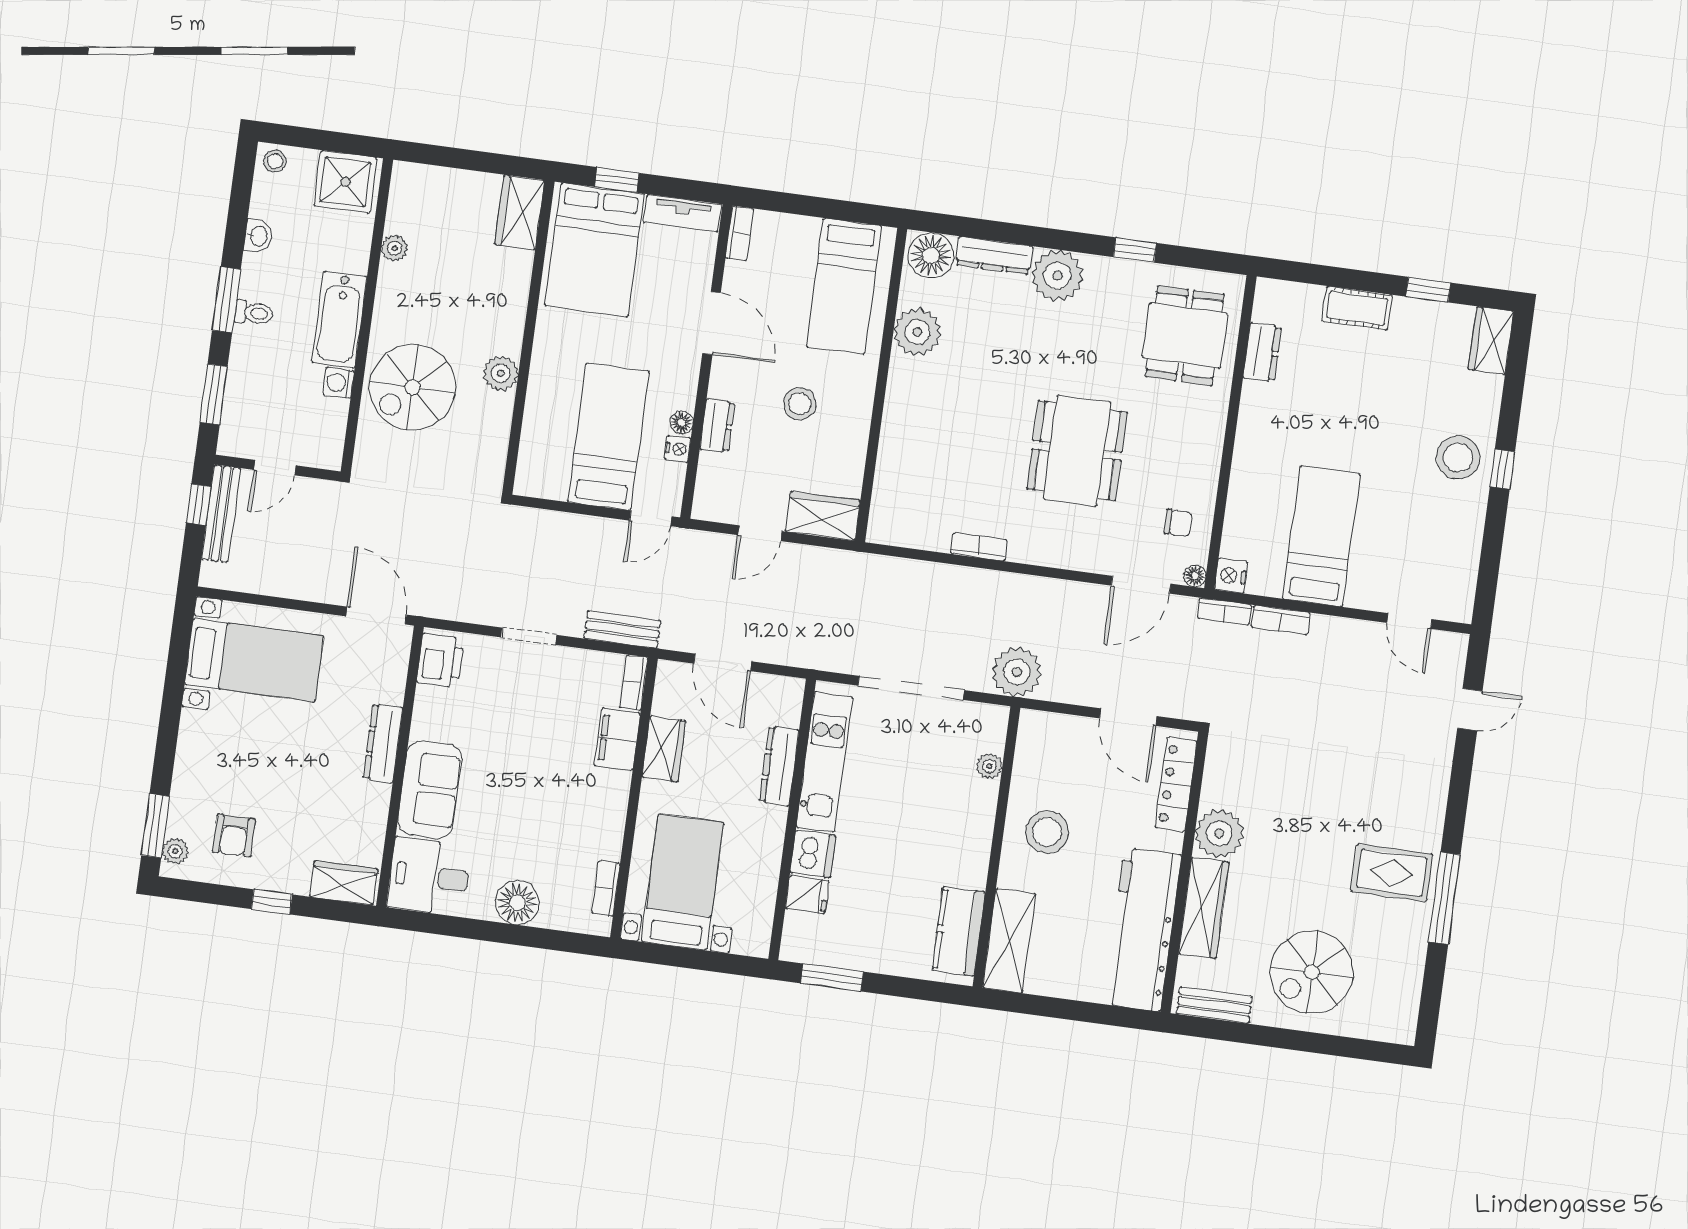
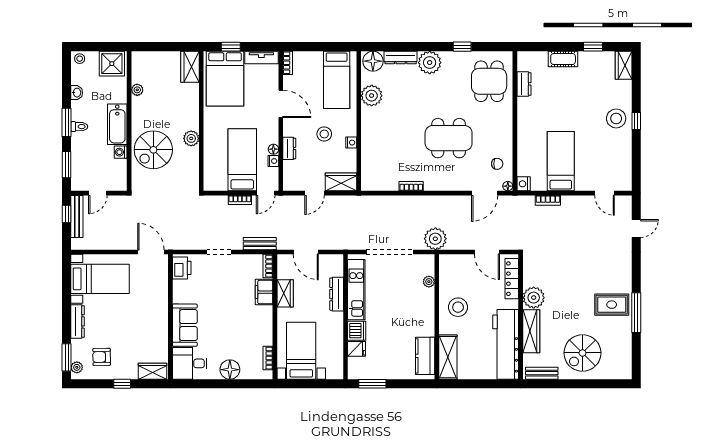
nightstand: (858, 431) -> (351, 143), added
dining table: (1077, 451) -> (449, 138), turned 90
bookcase: (1224, 611) -> (240, 200), moved
dresser: (383, 743) -> (78, 321), moved, turned 180
armchair: (234, 835) -> (102, 357), turned 89

